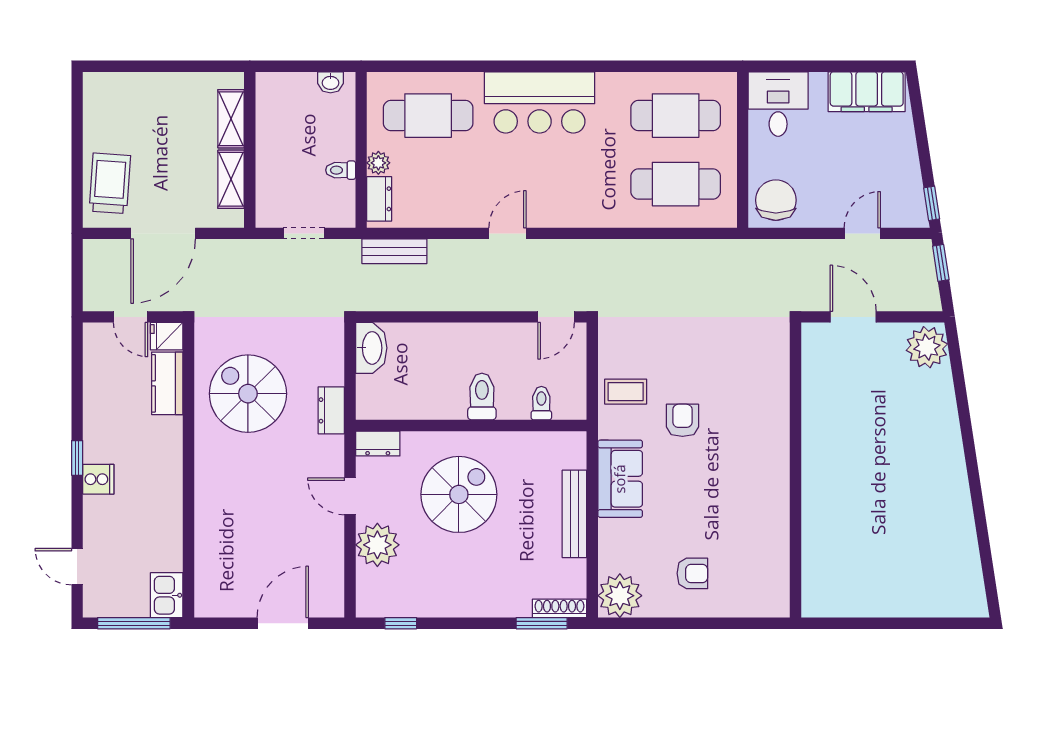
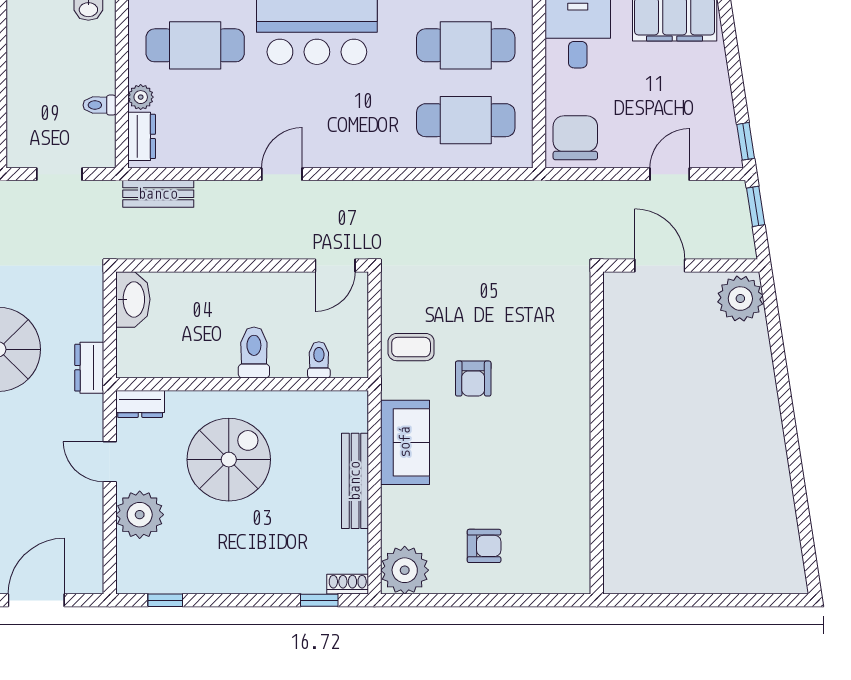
armchair: (682, 420) -> (473, 379), turned 180
shoe rack: (559, 608) -> (348, 584), width x0.70
window: (542, 623) -> (319, 600), width x0.67

